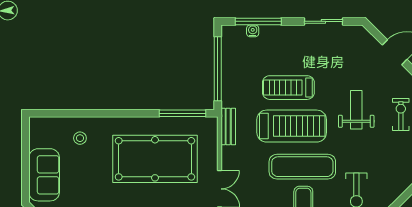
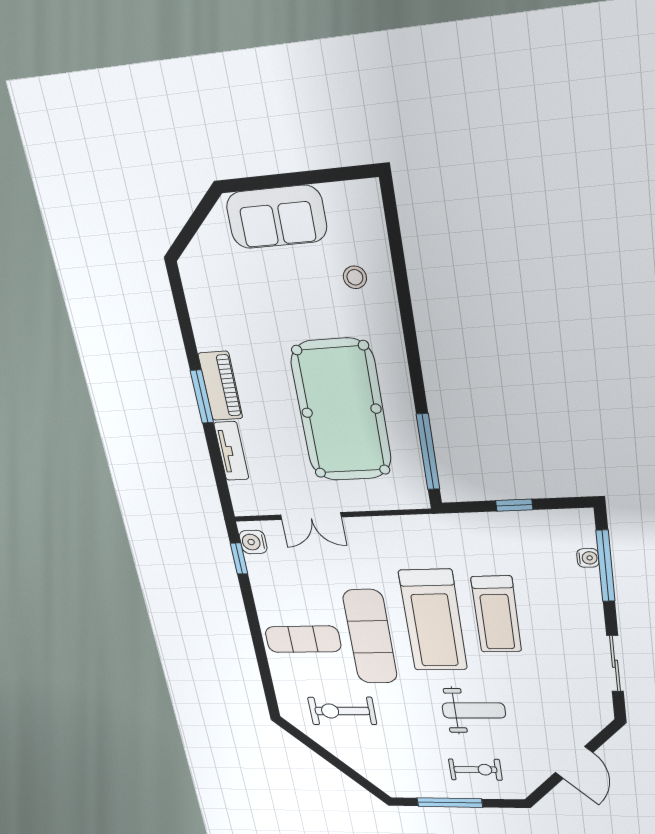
window: (218, 69) -> (514, 505), width x0.32
treadmill: (288, 88) -> (496, 614), turned 180
bench: (228, 126) -> (417, 525), removed

